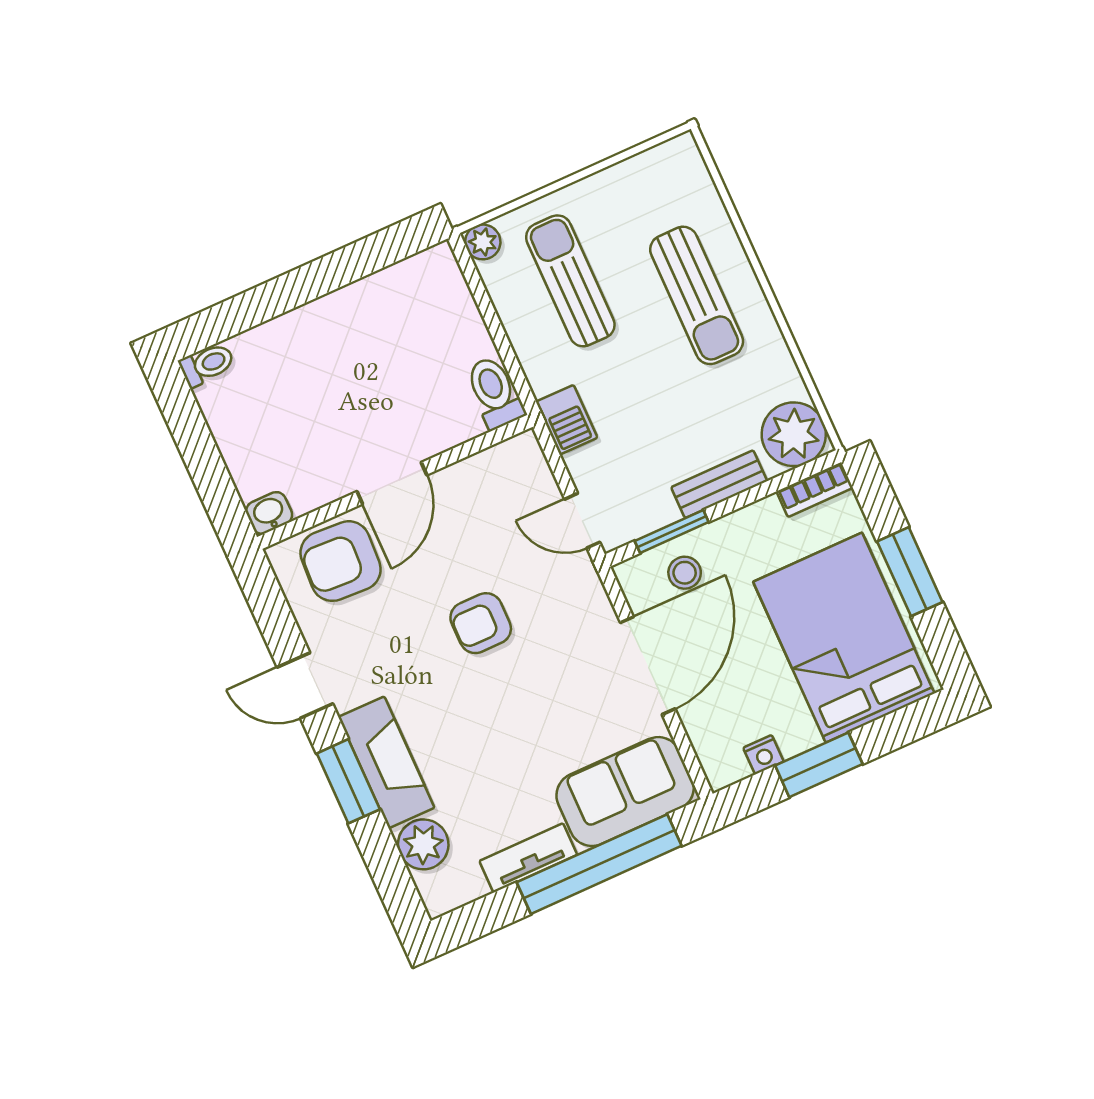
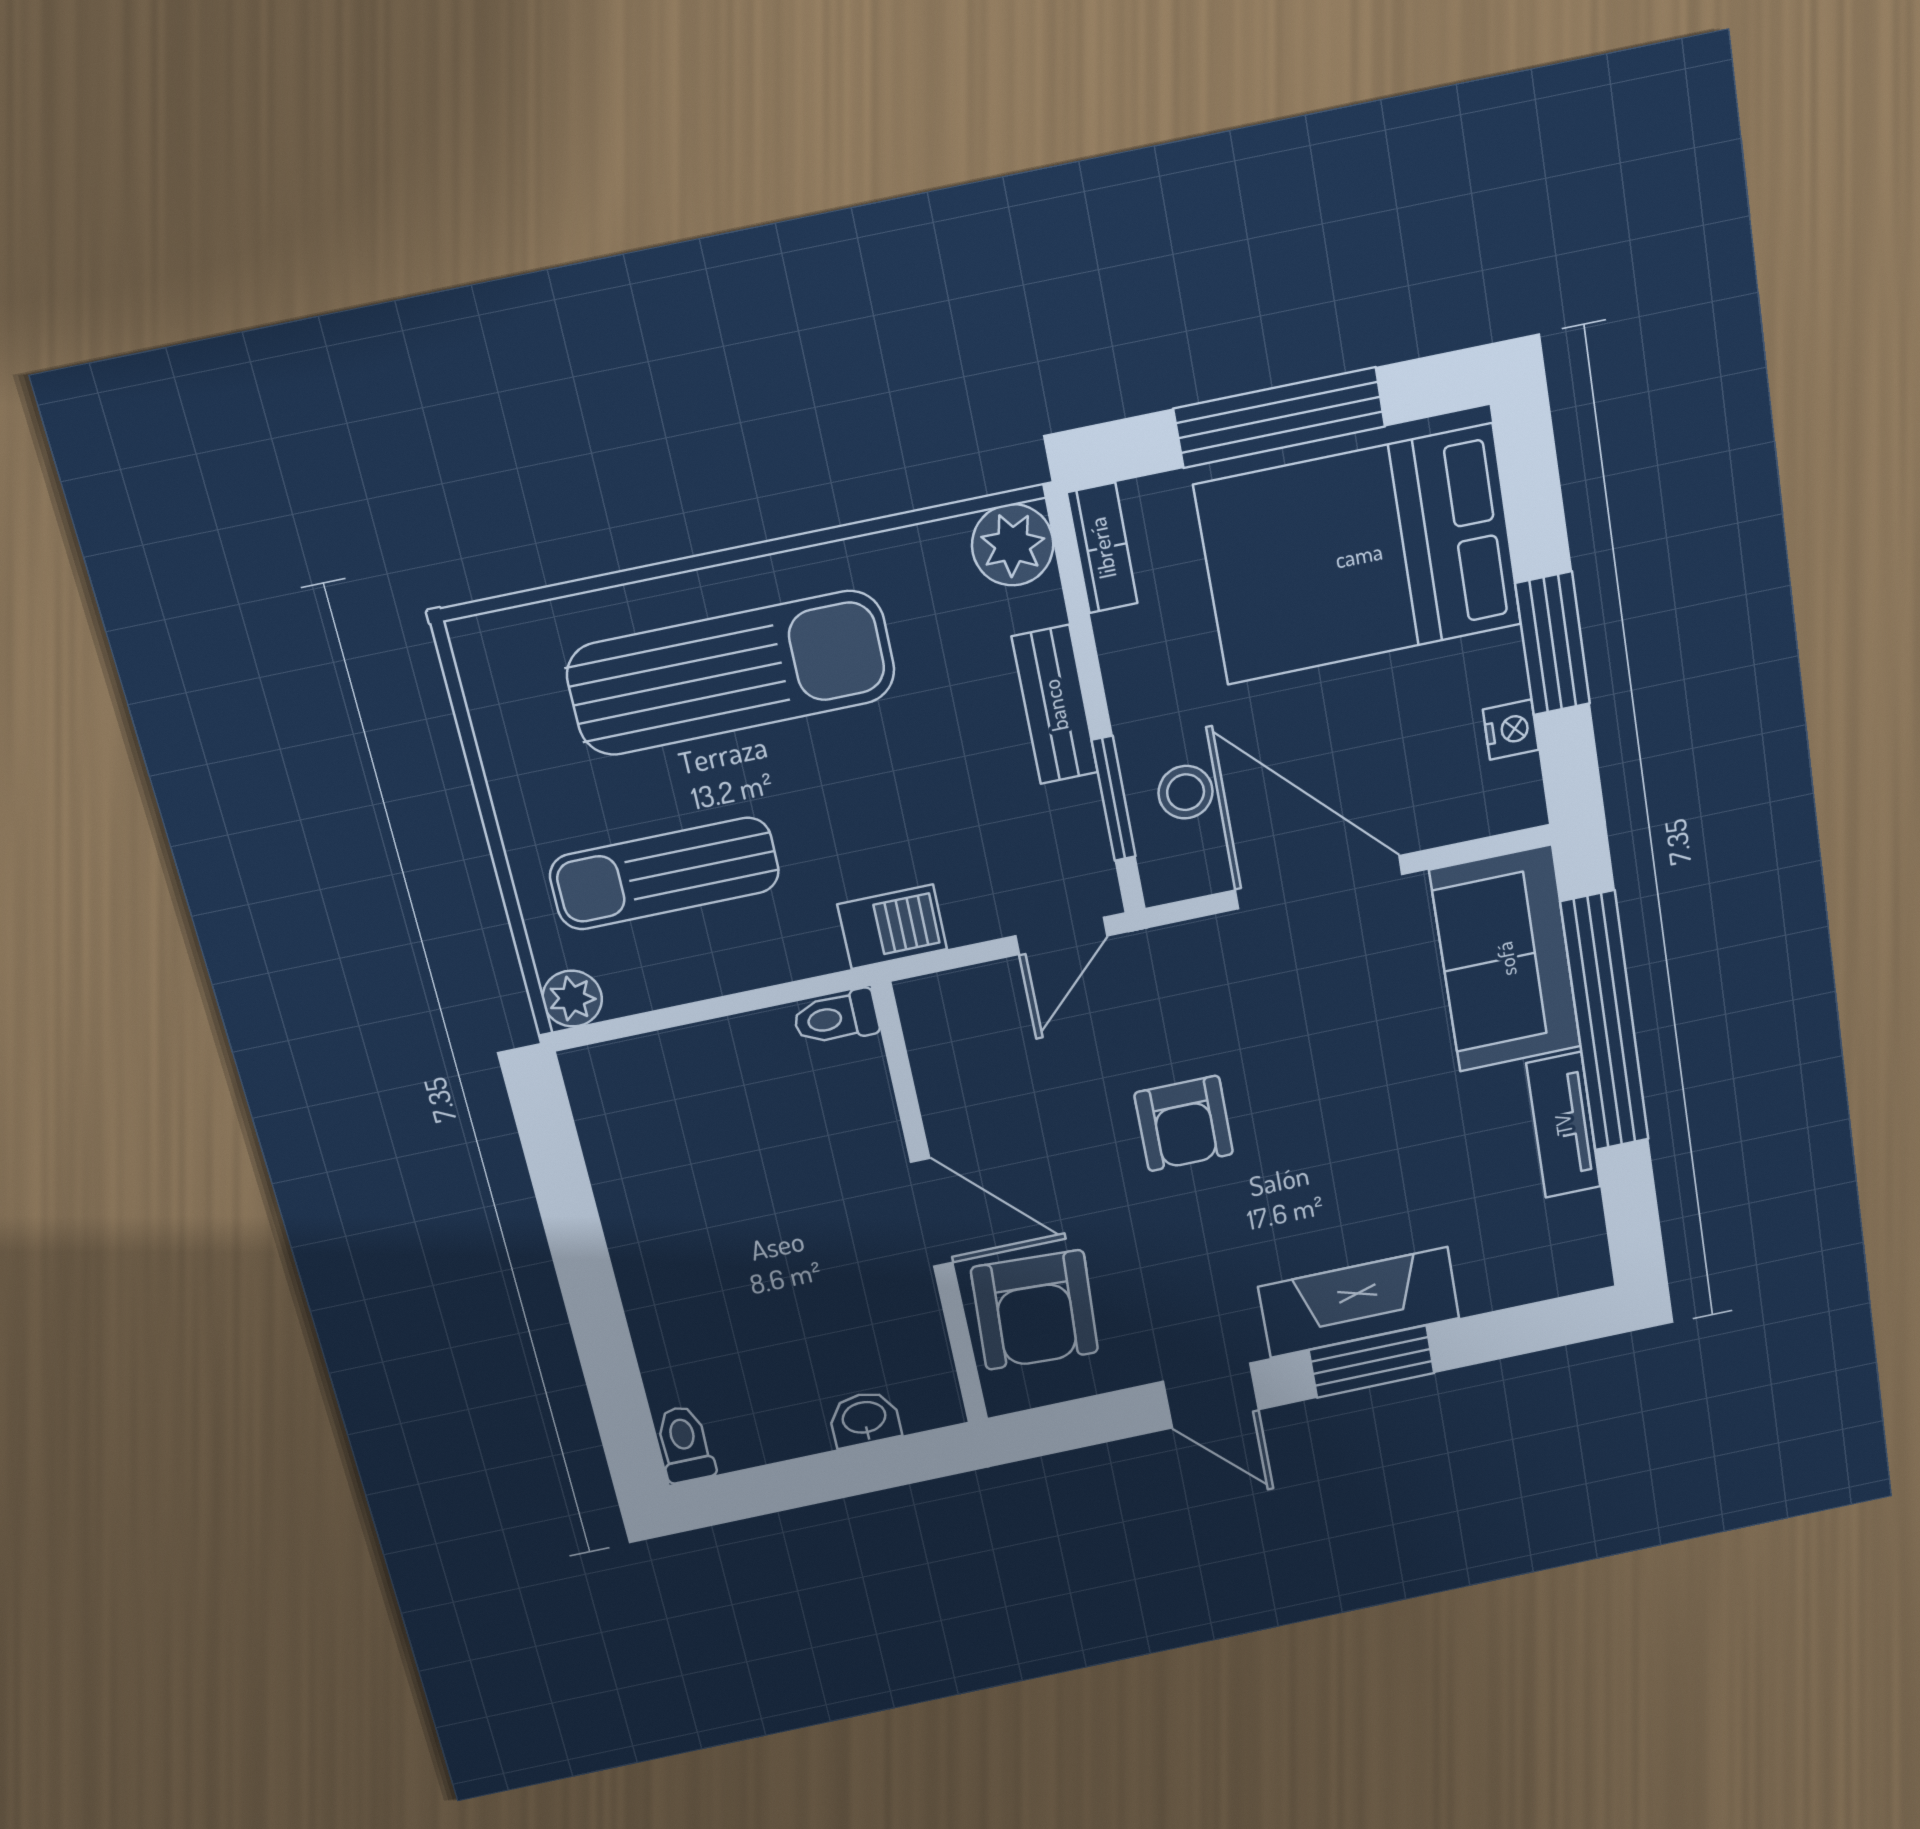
sun lounger: (697, 295) -> (731, 673), width x1.36, depth x1.34
toilet: (495, 392) -> (836, 1018), width x0.73, depth x0.72
plant: (794, 434) -> (1013, 545), width x0.73, depth x0.73
washbasin: (269, 513) -> (864, 1419), moved, turned 90
window: (910, 572) -> (1279, 418), width x1.44
door: (305, 686) -> (1211, 1396), hinge flipped
plant: (423, 844) -> (1497, 1273), removed

